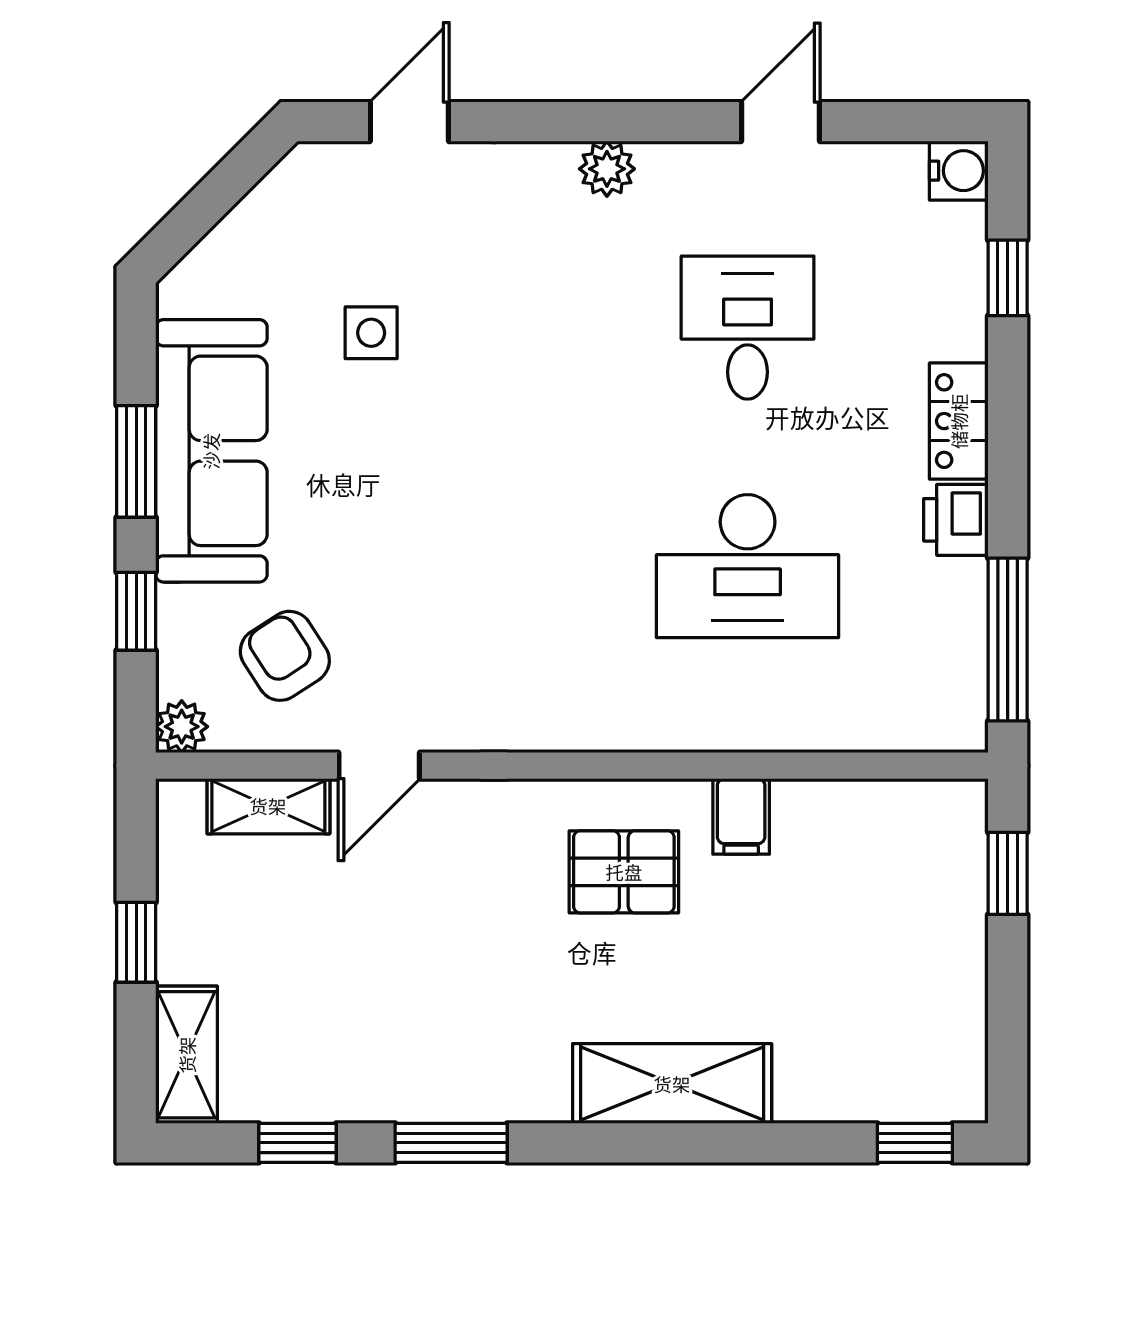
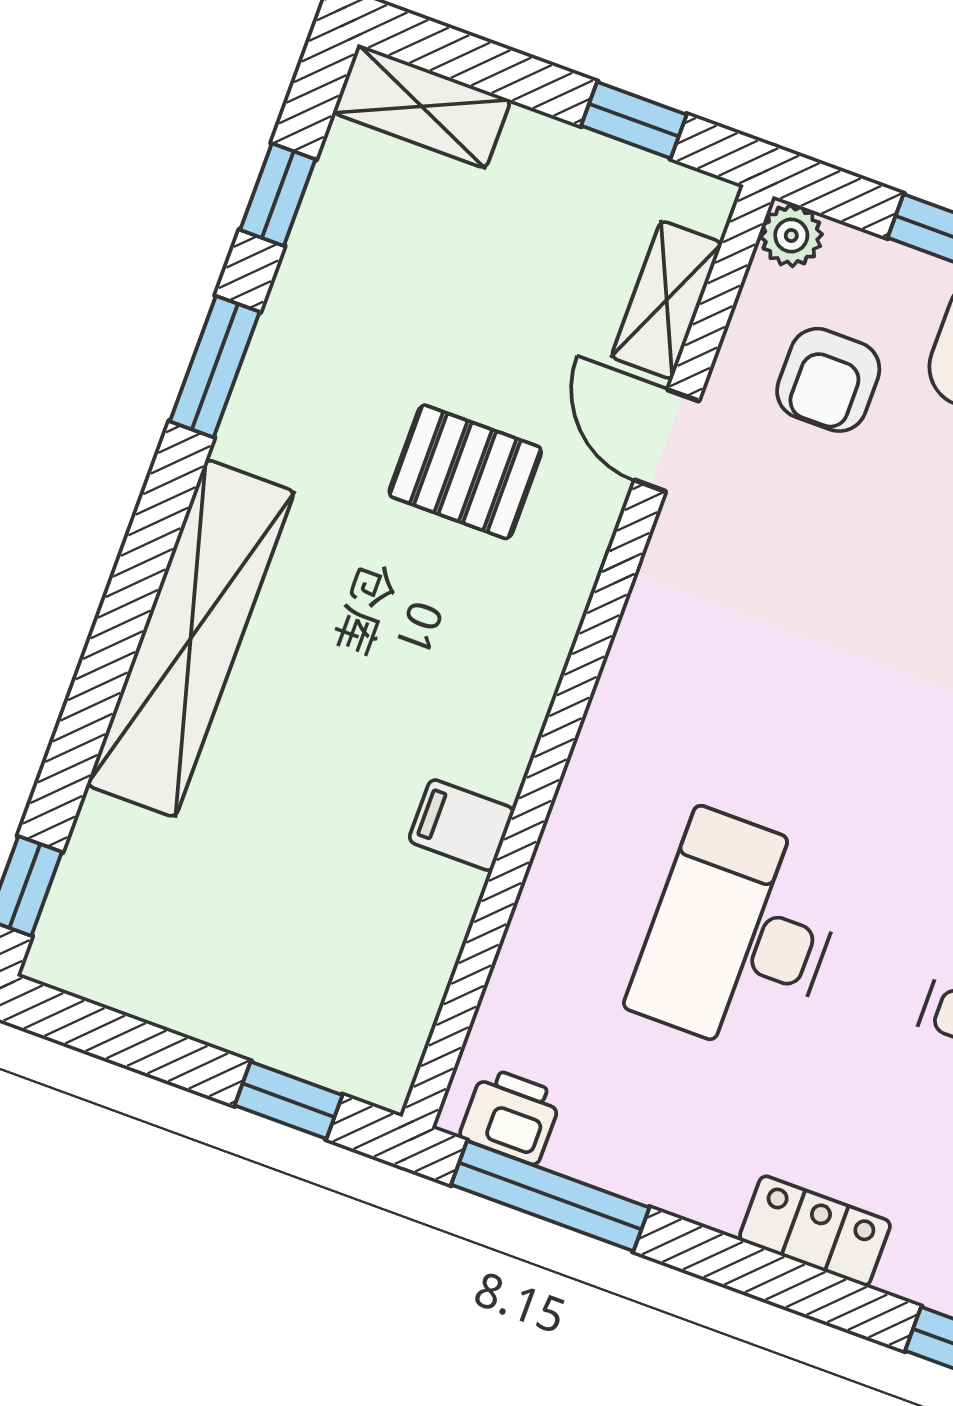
printer: (956, 520) -> (511, 1116), moved
armchair: (285, 656) -> (828, 380), turned 123
pallet: (624, 872) -> (465, 472), moved, turned 90
window: (136, 942) -> (634, 120), moved
shelving: (672, 1084) -> (191, 638), width x1.47

